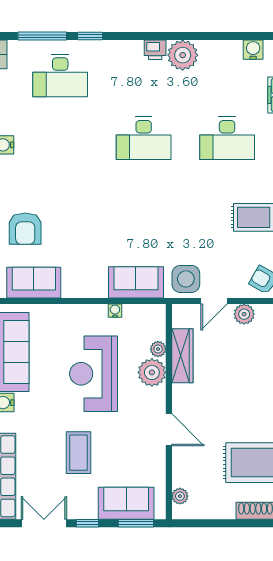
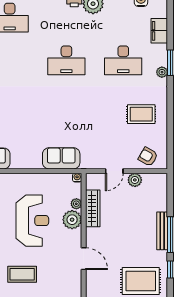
side table: (186, 279) -> (95, 156), removed
water cooler: (115, 311) -> (77, 178), moved
reception desk: (94, 374) -> (32, 221), turned 180
coffee table: (79, 453) -> (22, 274), turned 90

